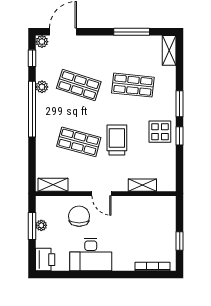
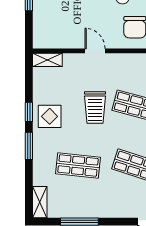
shelving: (142, 185) -> (47, 60), moved
door: (101, 194) -> (95, 51), moved

